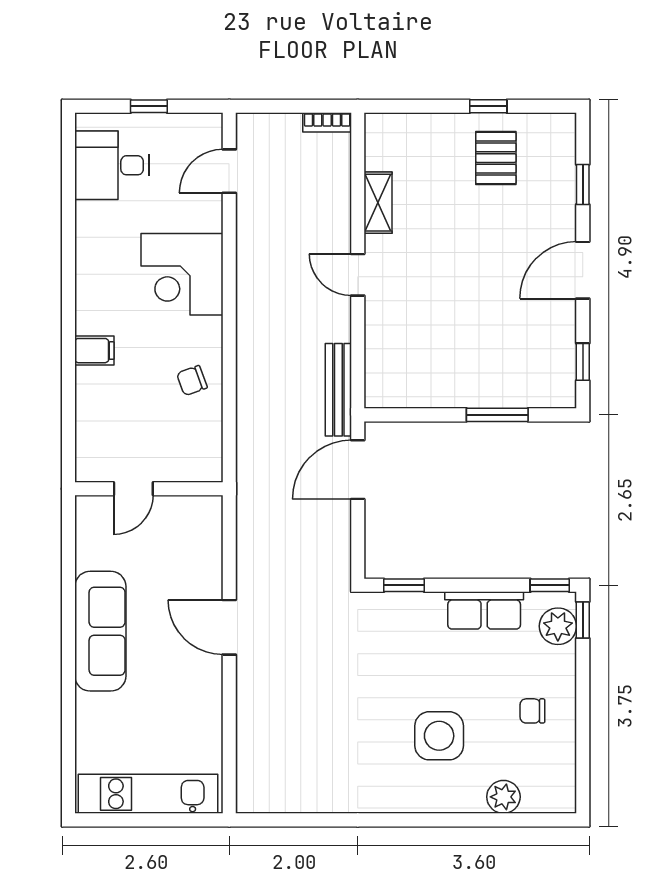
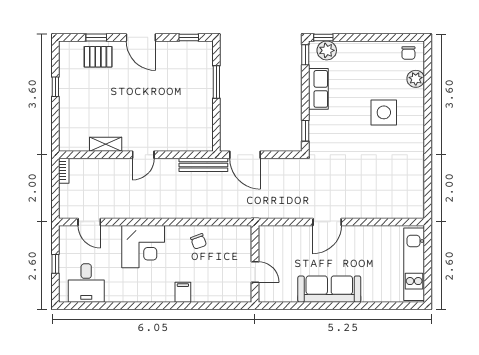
pallet: (496, 158) -> (98, 57), moved
chair: (532, 711) -> (408, 53), moved

